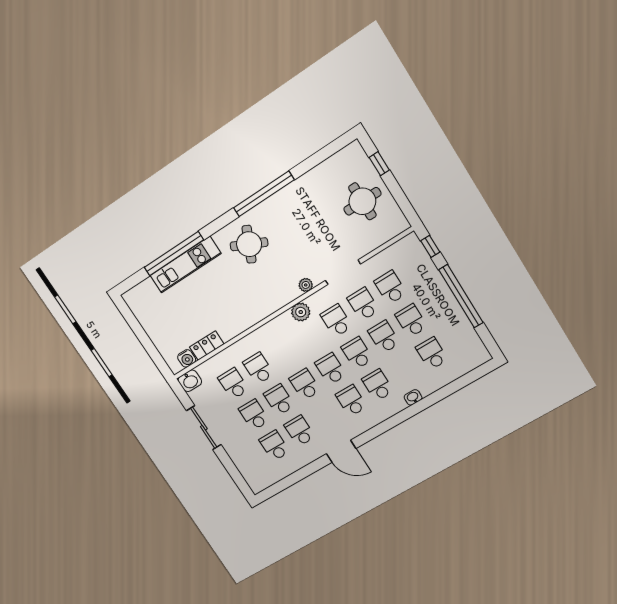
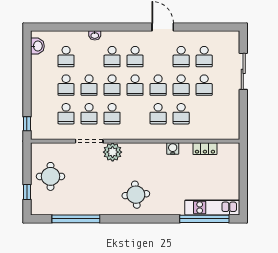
window: (264, 194) -> (76, 219), moved
round table: (249, 244) -> (136, 195), turned -30
window: (174, 254) -> (204, 219), moved
kitchen unit: (185, 265) -> (212, 208), moved
plant: (306, 285) -> (113, 152), width x1.88, depth x1.88
window: (461, 296) -> (27, 82), removed
plant: (301, 312) -> (131, 133), removed
water cooler: (187, 358) -> (173, 149), moved
washbasin: (190, 381) -> (37, 46), moved, turned 90
school desk: (233, 384) -> (158, 114), moved
sliding door: (204, 428) -> (243, 71), moved

